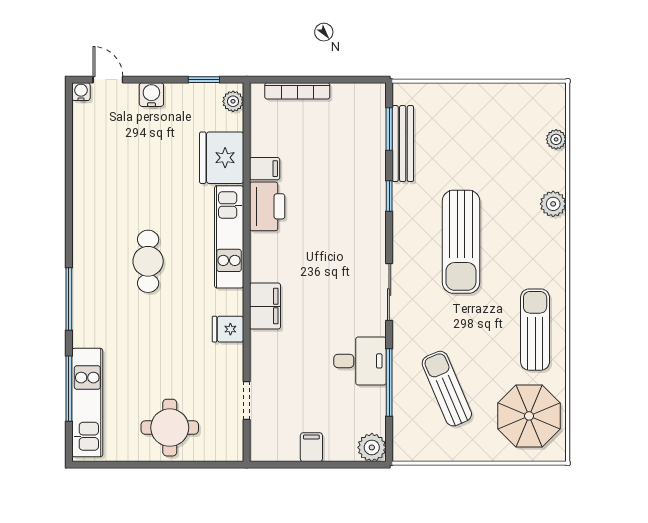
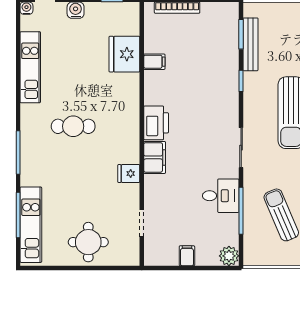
plant: (233, 101) -> (132, 15), removed
printer: (267, 206) -> (156, 123), moved
kitchen unit: (229, 237) -> (30, 67), moved, turned 180
cafe table: (148, 261) -> (73, 126), turned 90

